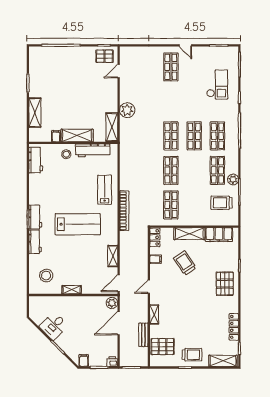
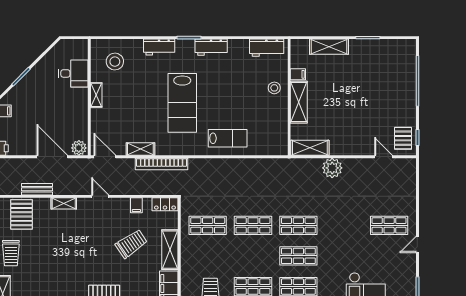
workbench: (93, 150) -> (279, 123), removed
bookcase: (124, 211) -> (162, 164), moved
workbench: (35, 217) -> (211, 47), moved
desk: (54, 326) -> (73, 73), moved, turned 135

